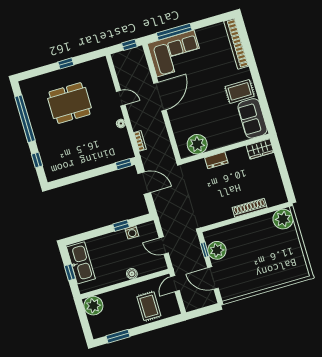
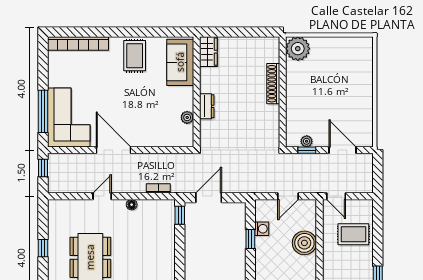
sofa: (252, 118) -> (180, 62), moved, turned 90
plant: (197, 144) -> (187, 117), width x0.53, depth x0.53
plant: (217, 250) -> (307, 141), width x0.53, depth x0.53
boiler: (132, 274) -> (304, 243), width x1.86, depth x1.86
door: (213, 278) -> (342, 150), swing flipped

